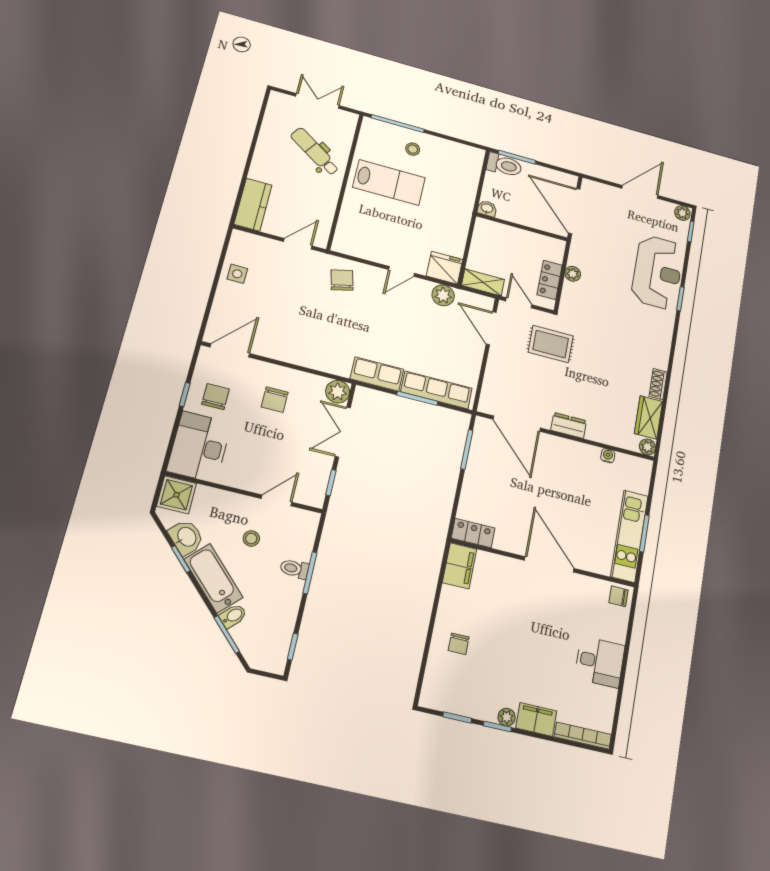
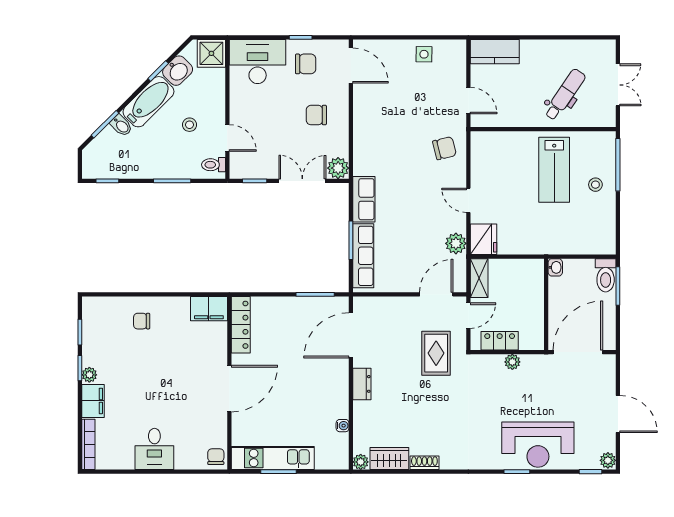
locker: (473, 533) -> (241, 325), width x1.53
toilet: (294, 569) -> (214, 165), moved, turned -90

